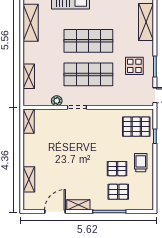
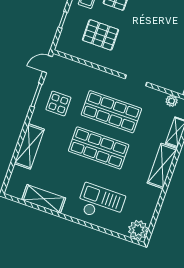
shelving: (31, 23) -> (162, 166), moved
plant: (57, 101) -> (172, 101), moved
pallet: (136, 127) -> (100, 35), moved

